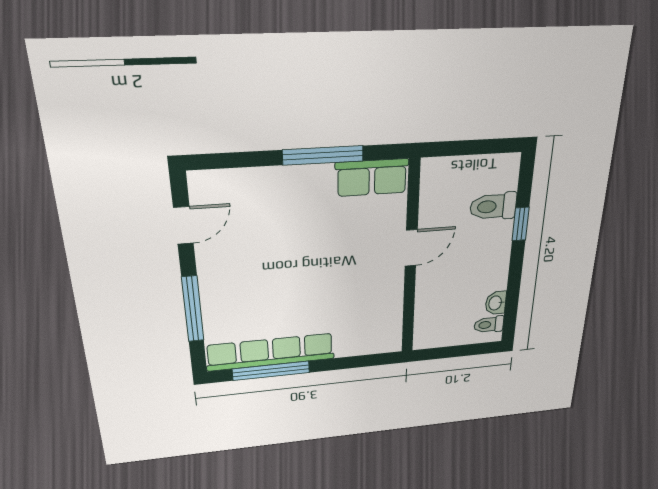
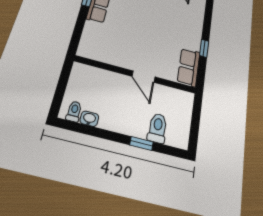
window: (323, 155) -> (204, 48), width x0.46

